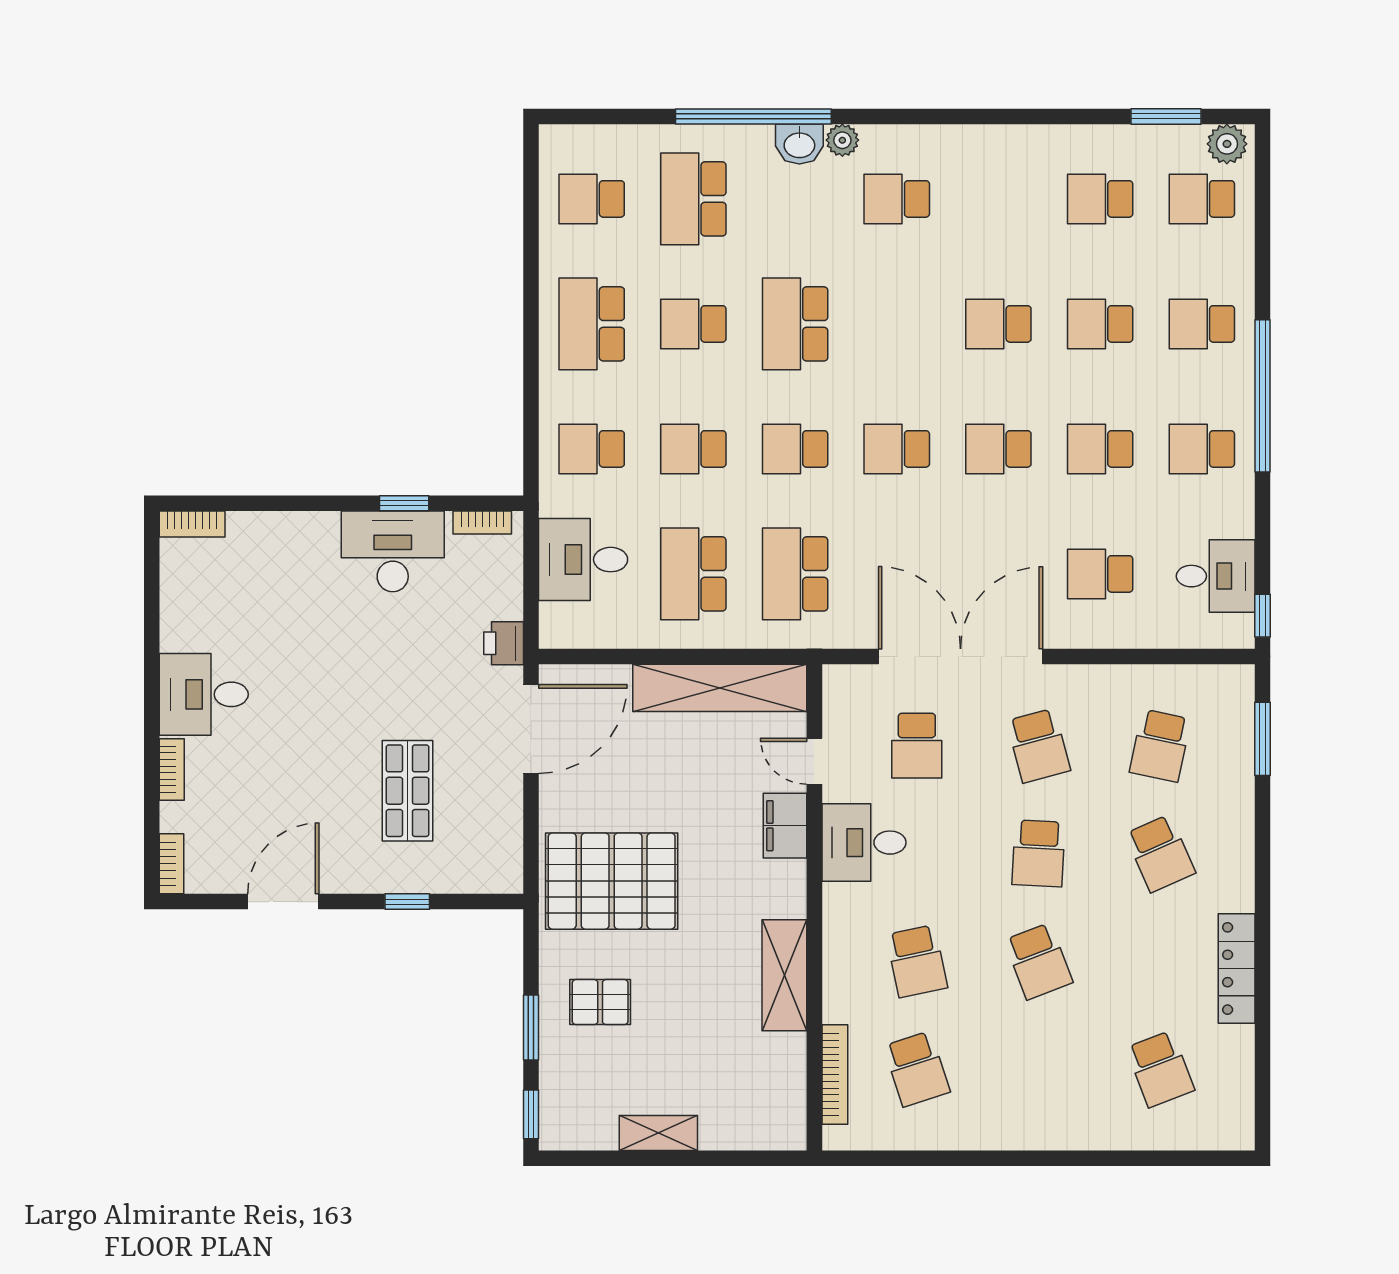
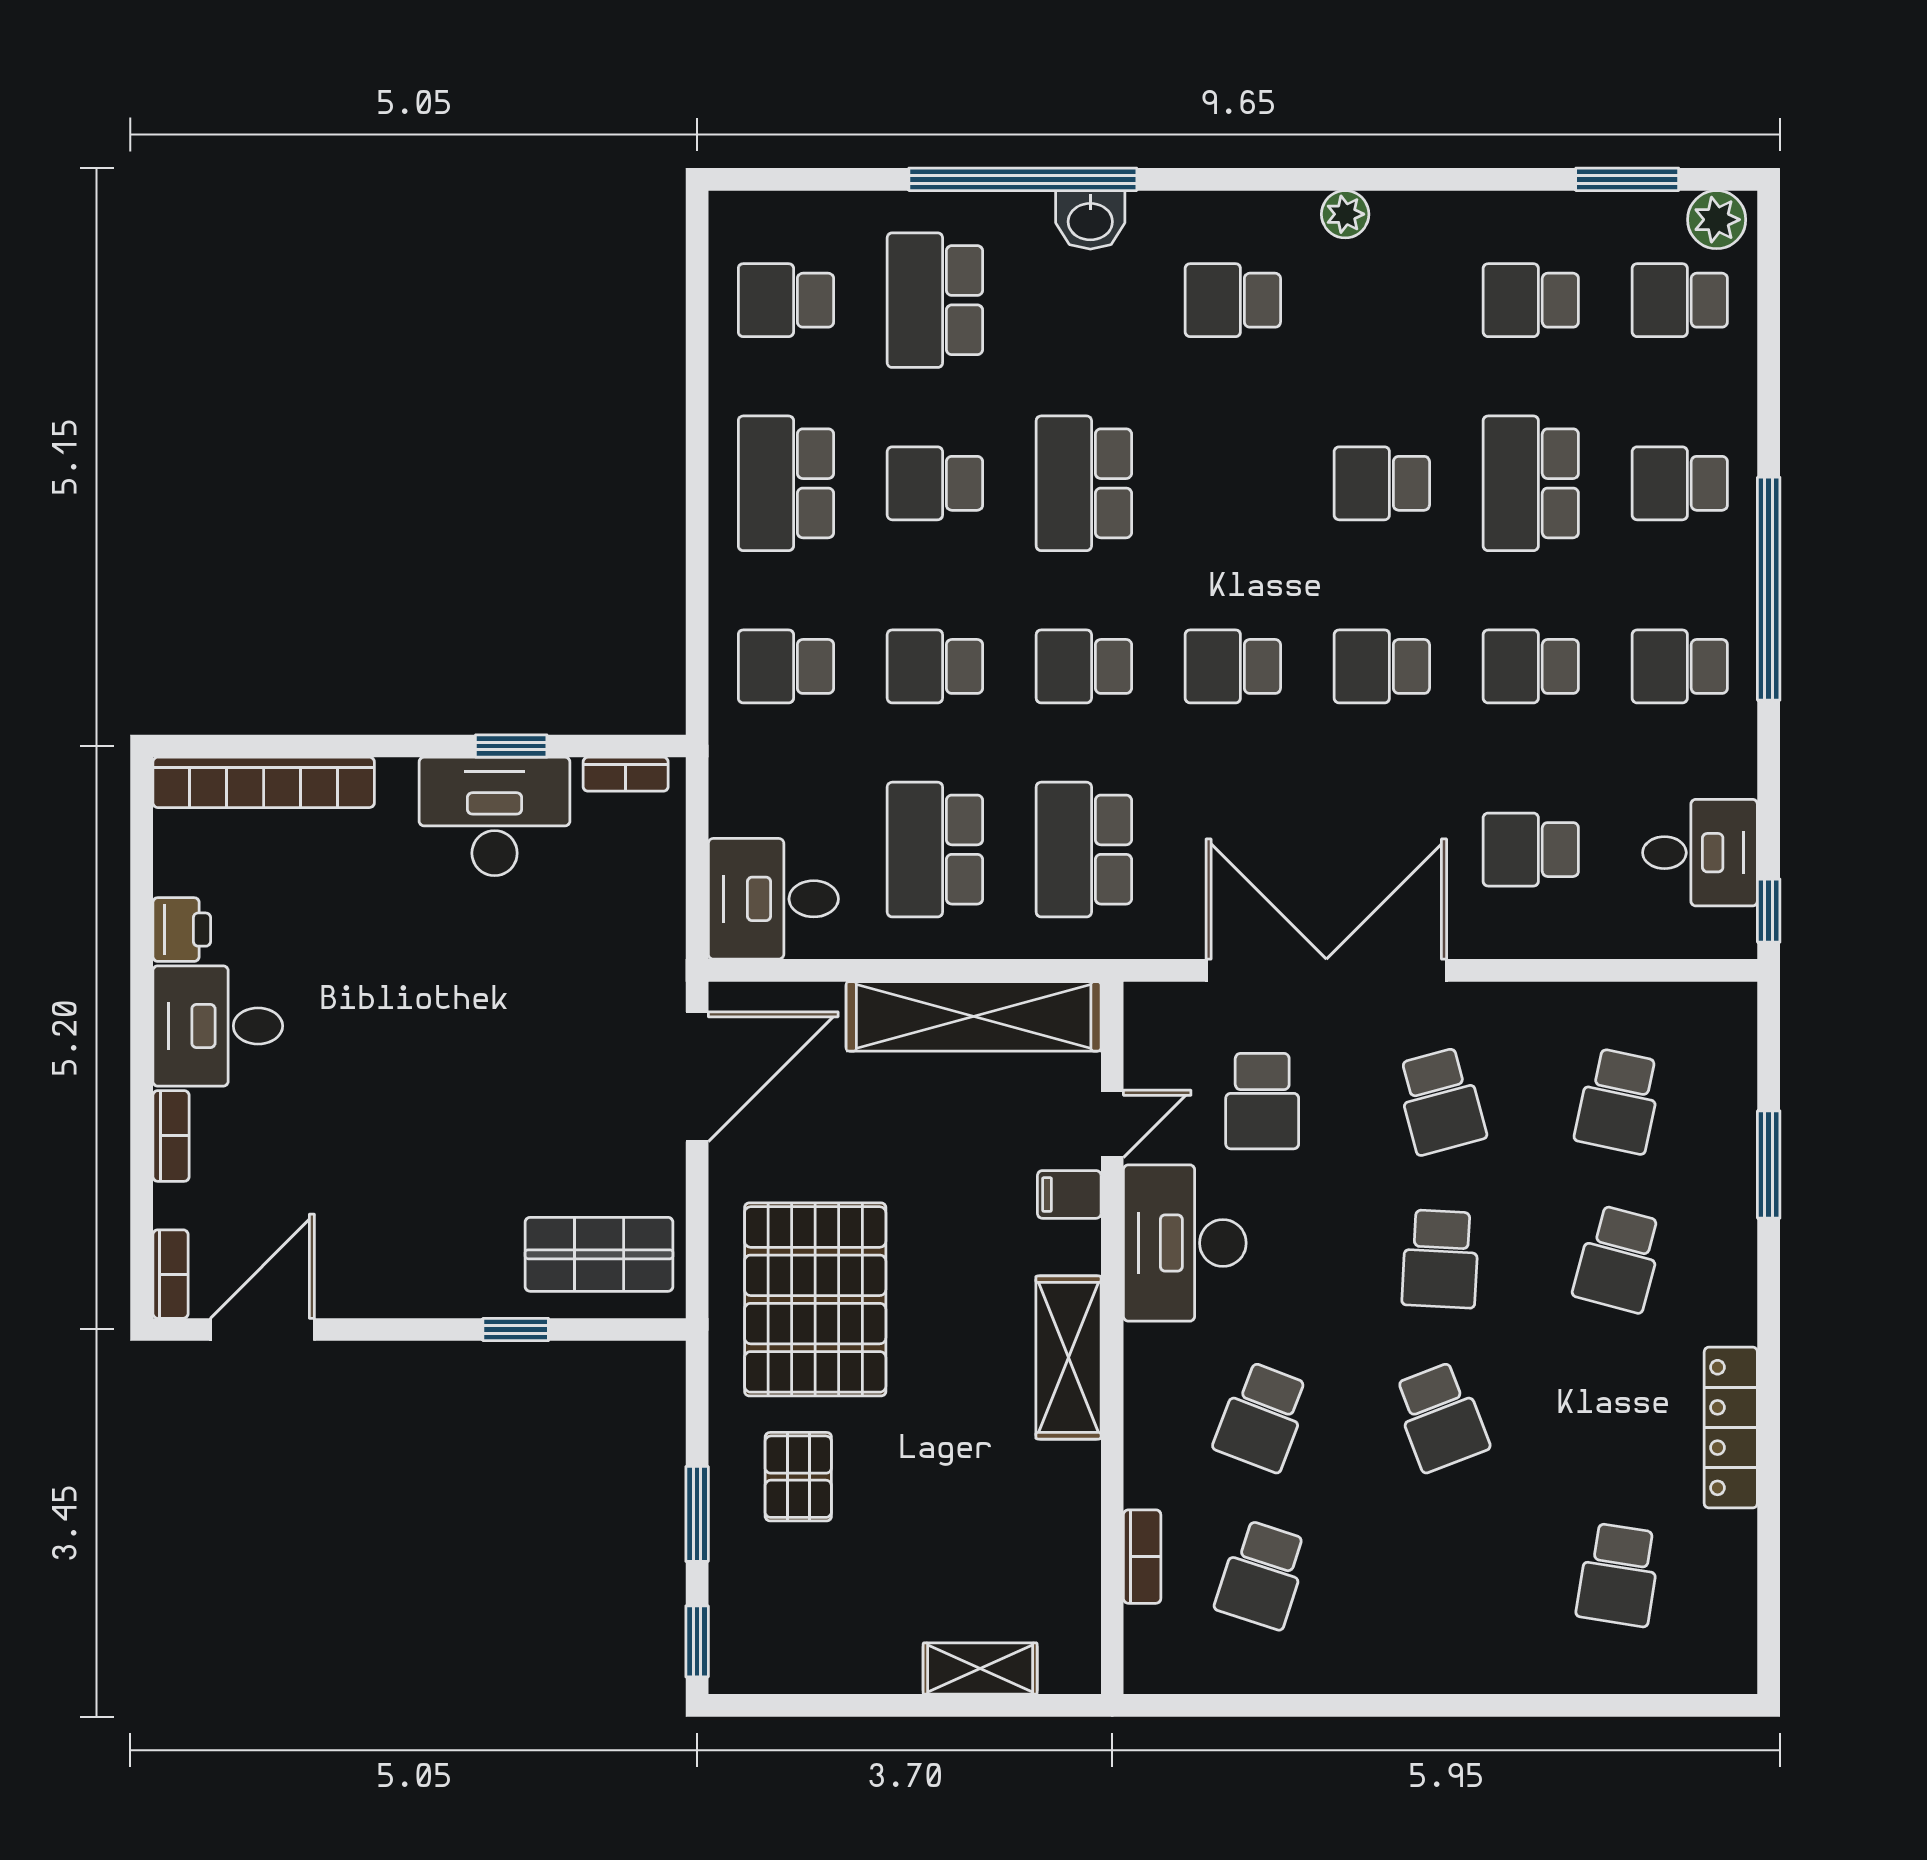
plant: (842, 140) -> (1345, 214), moved
school desk: (1100, 324) -> (1531, 483), width x1.85
bookcase: (192, 524) -> (264, 782), width x2.31, depth x1.31
desk: (583, 560) -> (773, 899), moved
printer: (504, 643) -> (182, 930), moved, turned 180
window: (1263, 739) -> (1769, 1165), moved
door: (814, 761) -> (1112, 1124), swing flipped
shop shelf: (407, 791) -> (599, 1254), moved, turned 90
filing cabinet: (785, 826) -> (1069, 1194), width x0.50
desk: (864, 843) -> (1185, 1243), width x1.37
school desk: (1160, 853) -> (1619, 1259), turned 39
pallet: (612, 881) -> (815, 1299), turned 90
door: (283, 902) -> (262, 1329), moved
school desk: (917, 961) -> (1262, 1417), turned 33
shelving: (784, 975) -> (1068, 1357), moved
pallet: (600, 1002) -> (798, 1477), turned 90
school desk: (917, 1069) -> (1262, 1575), turned 36
school desk: (1160, 1069) -> (1619, 1575), turned 30
bookcase: (835, 1074) -> (1142, 1557), width x0.64
shelving: (658, 1133) -> (980, 1668), moved

